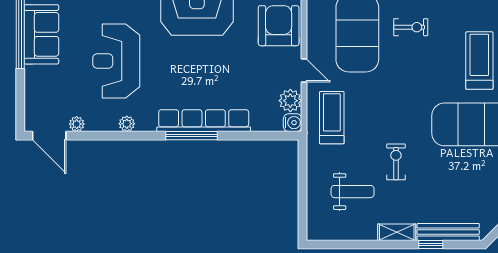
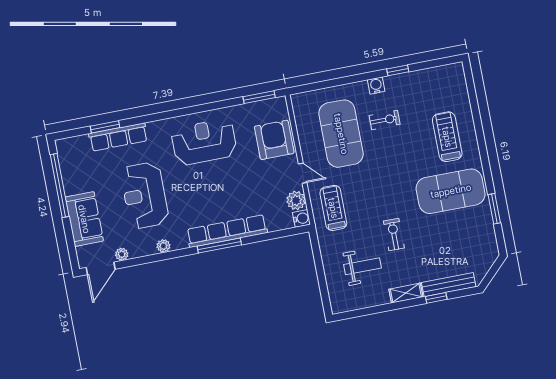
sofa: (41, 34) -> (84, 219), moved
door: (49, 136) -> (101, 268), hinge flipped

